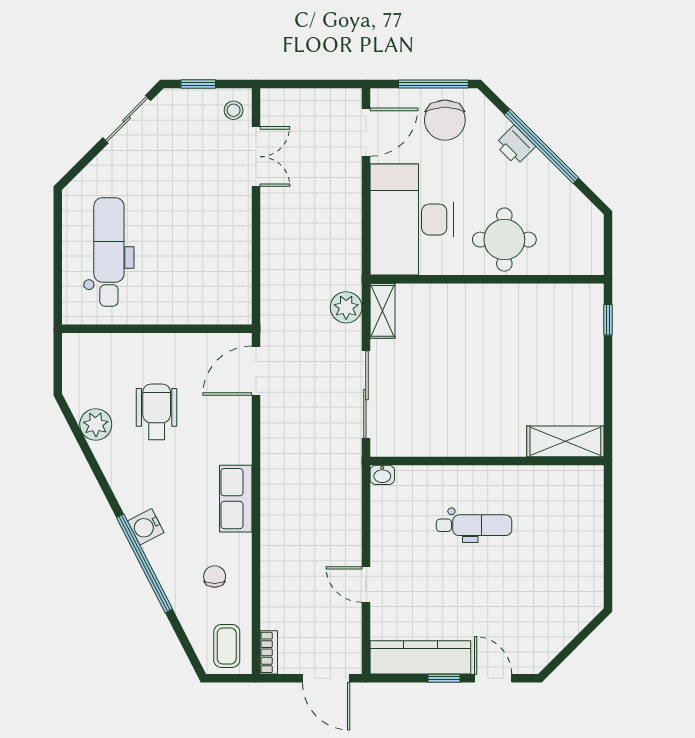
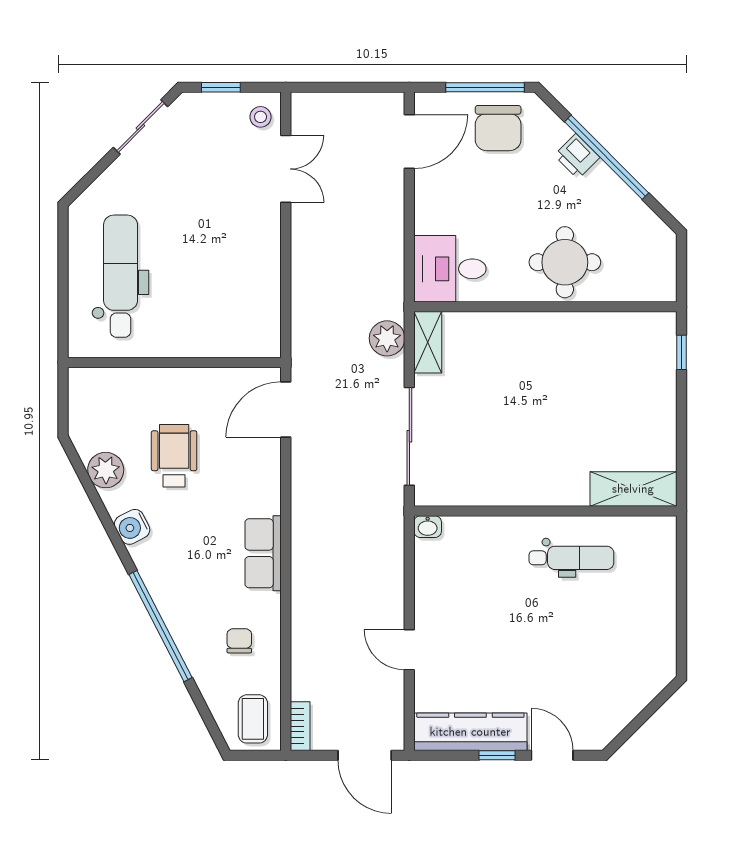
desk: (412, 220) -> (450, 269), width x0.53, depth x0.77
dental chair: (474, 525) -> (571, 558), moved
water cooler: (146, 527) -> (132, 527), moved

